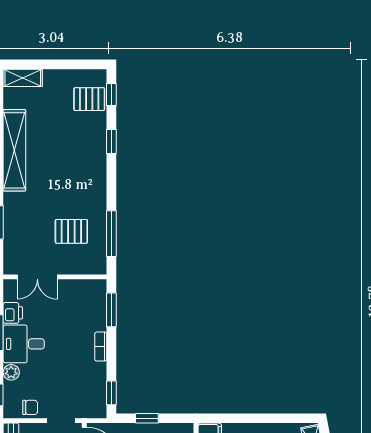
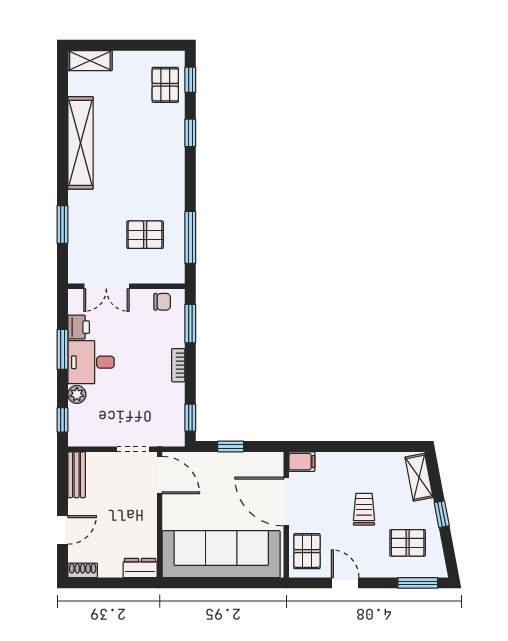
pallet: (89, 99) -> (165, 85), turned 90
chair: (30, 407) -> (162, 302), moved

